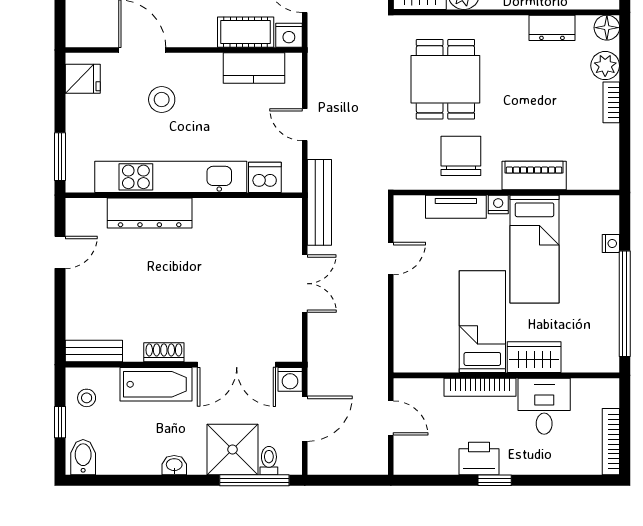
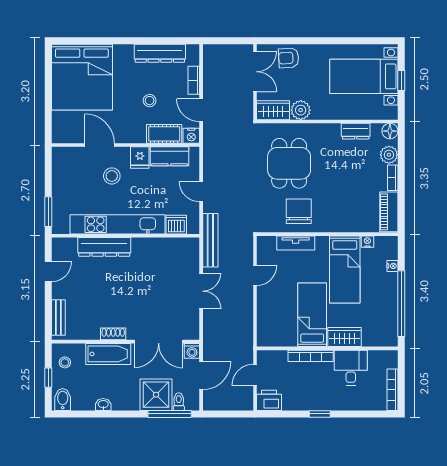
fridge: (83, 79) -> (140, 158), moved, turned 90
piano: (534, 176) -> (389, 212), moved, turned -90
nightstand: (498, 205) -> (367, 242), moved
bench: (94, 351) -> (58, 318), moved, turned 90
door: (391, 418) -> (255, 375), swing flipped
printer: (479, 459) -> (269, 400), moved
washbasin: (174, 465) -> (103, 404), moved

